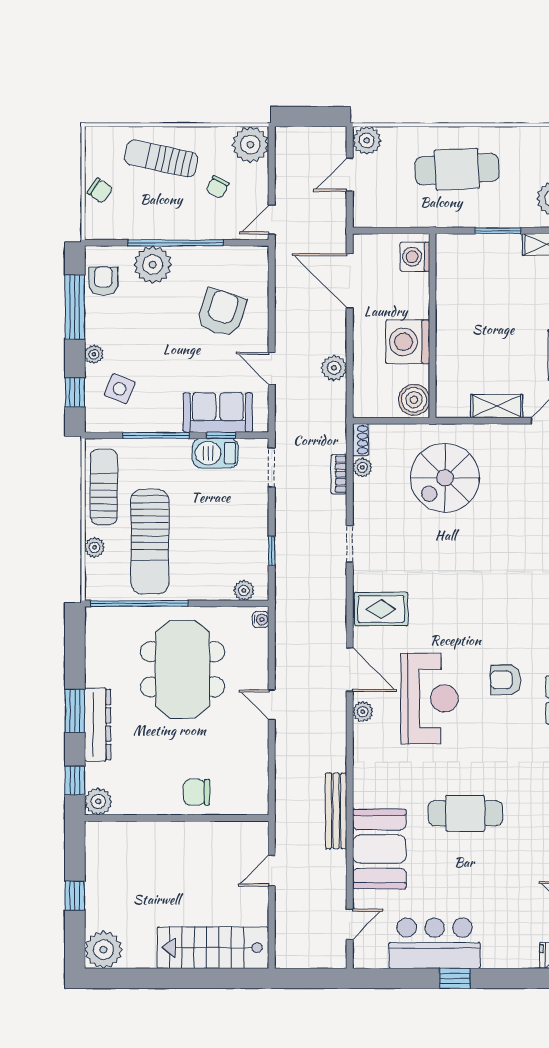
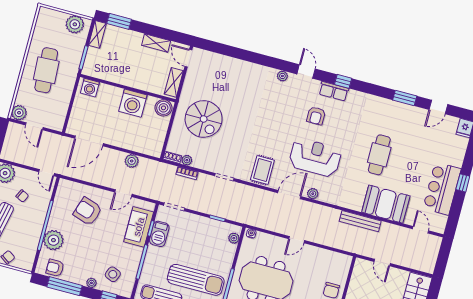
washing machine: (415, 257) -> (90, 88), moved
wall: (433, 326) -> (128, 88), moved
washing machine: (408, 342) -> (133, 103), moved
boiler: (414, 400) -> (163, 108), moved

